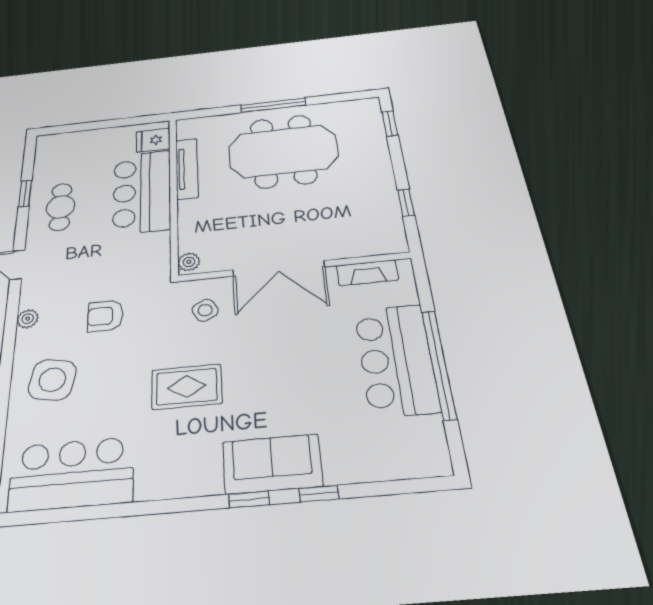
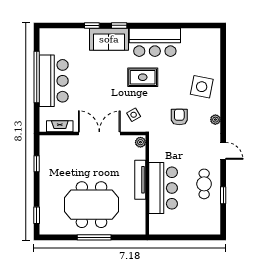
fridge: (153, 140) -> (158, 222), removed
tv unit: (187, 169) -> (140, 180), moved
armchair: (105, 316) -> (179, 117), turned -90
bar counter: (71, 474) -> (155, 42), moved

